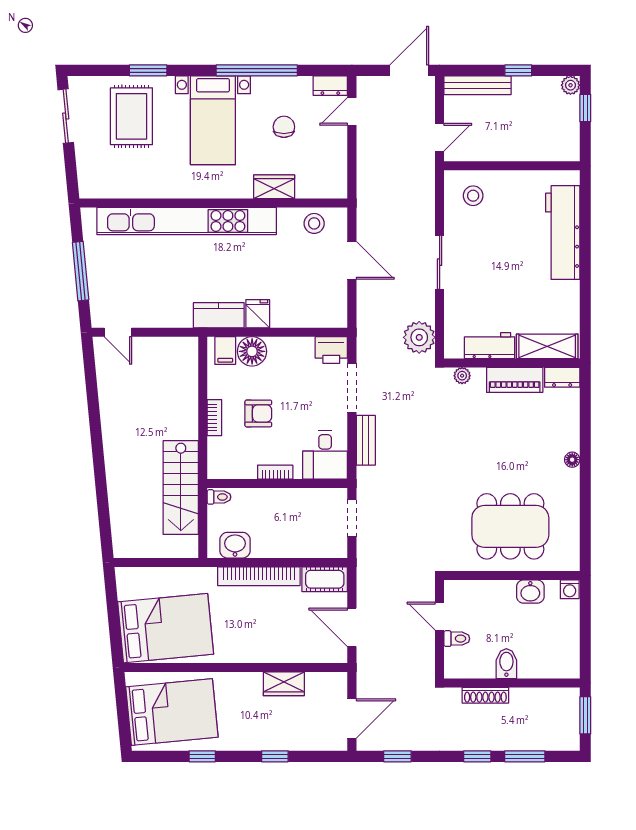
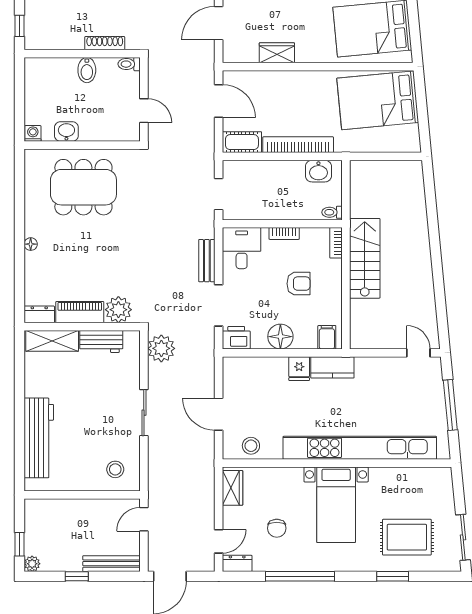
rug: (131, 116) -> (407, 537), turned 90
bed with nightstands: (213, 120) -> (336, 505), moved, turned 180
wardrobe: (274, 187) -> (233, 488), moved, turned -90
floor lamp: (252, 351) -> (280, 337), moved
plant: (462, 376) -> (118, 310), width x1.87, depth x1.87
armchair: (258, 413) -> (299, 284), turned 180
bookcase: (214, 418) -> (336, 243), moved
stairs: (181, 488) -> (365, 258), moved
toilet: (457, 639) -> (129, 64), moved
window: (585, 715) -> (20, 26), width x0.67

